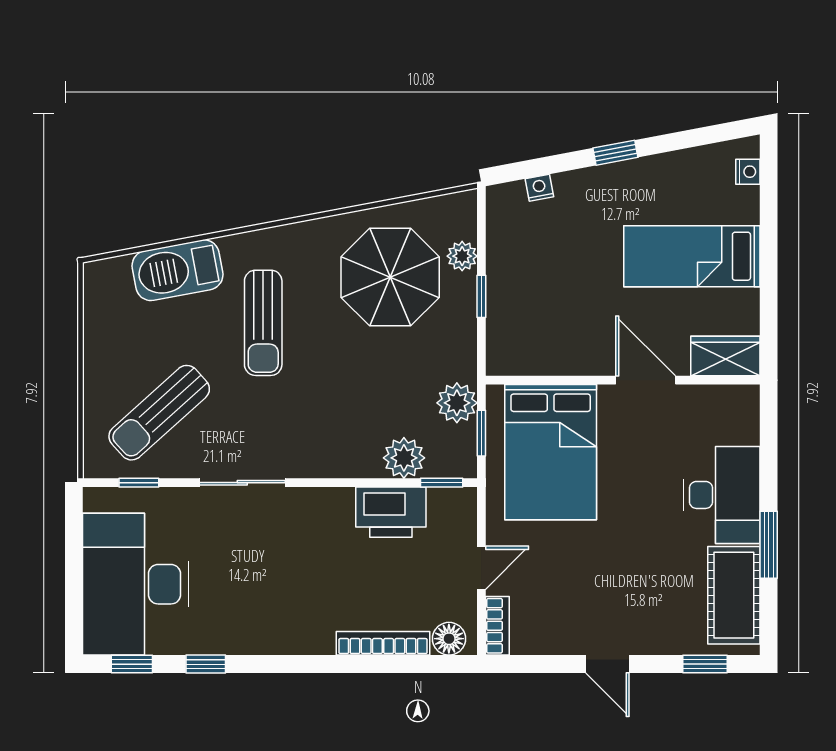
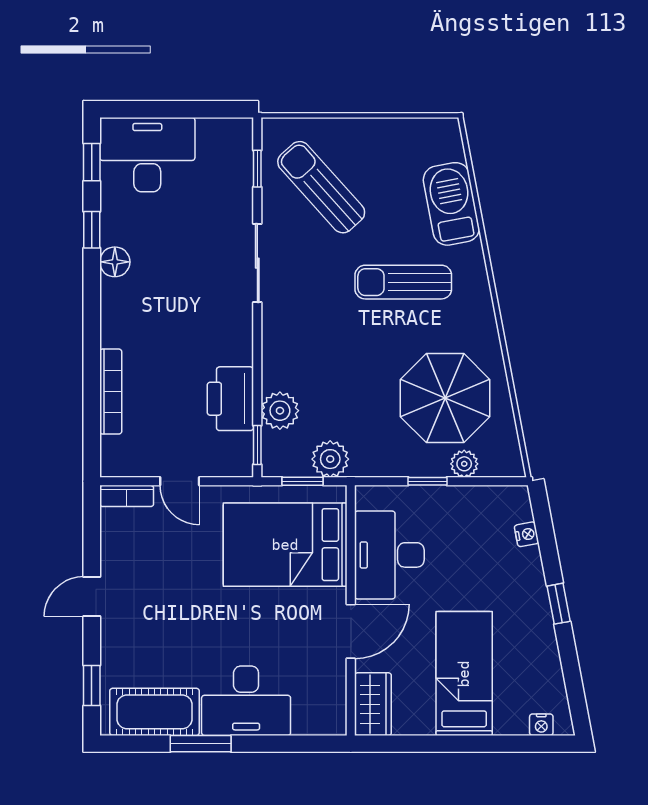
desk: (562, 338) -> (389, 555), added
desk: (136, 584) -> (147, 155), width x0.73, depth x0.77
floor lamp: (449, 639) -> (115, 262), moved

